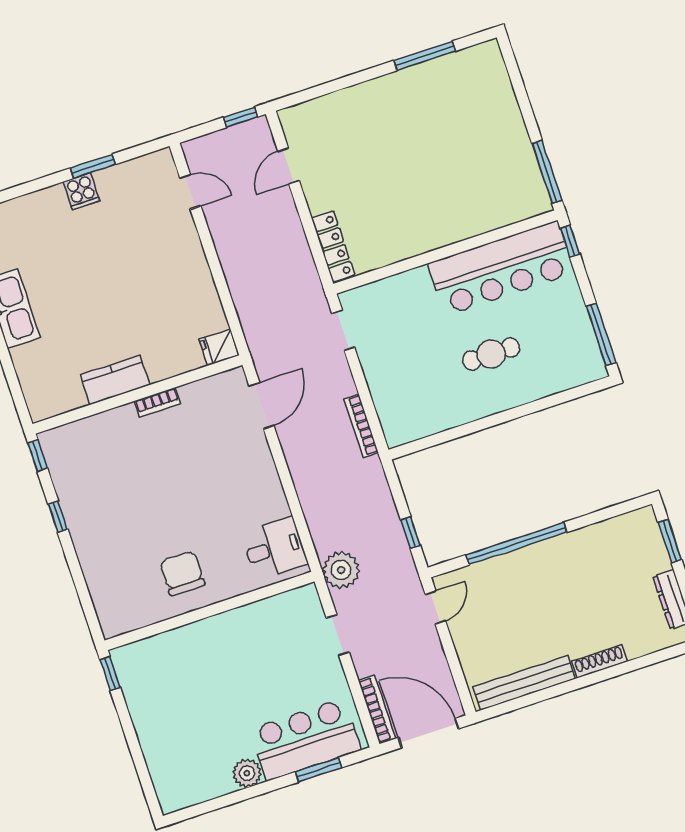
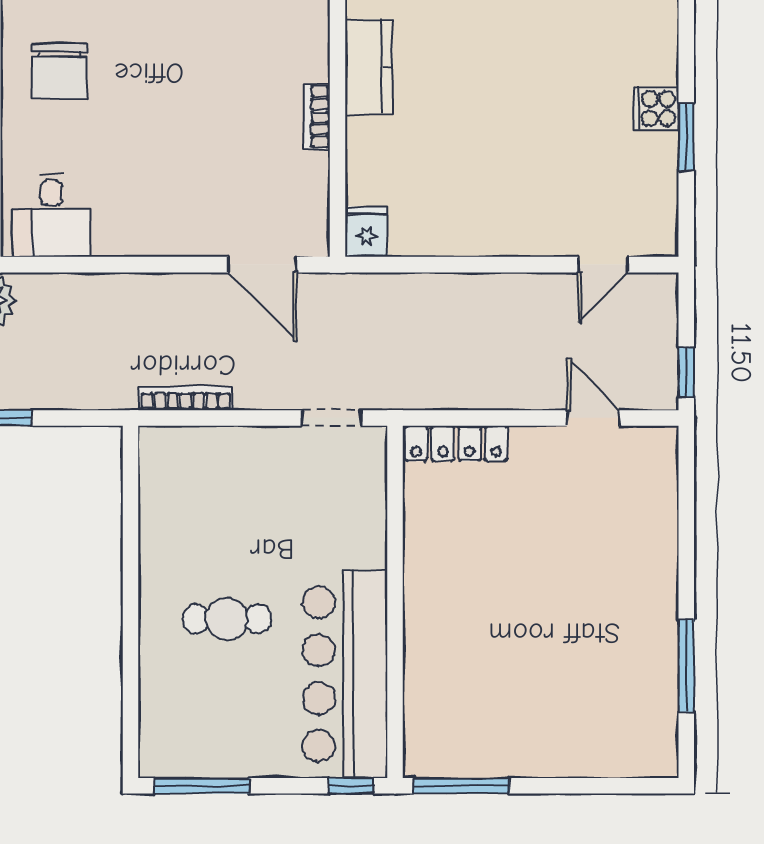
cafe table: (491, 354) -> (227, 619), turned 90
chair: (182, 573) -> (60, 71), turned 90

